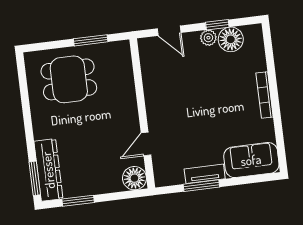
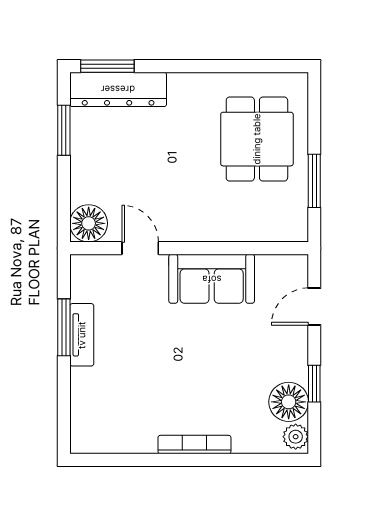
plant: (208, 38) -> (296, 437), moved
sofa: (251, 160) -> (212, 279), moved, turned 90

